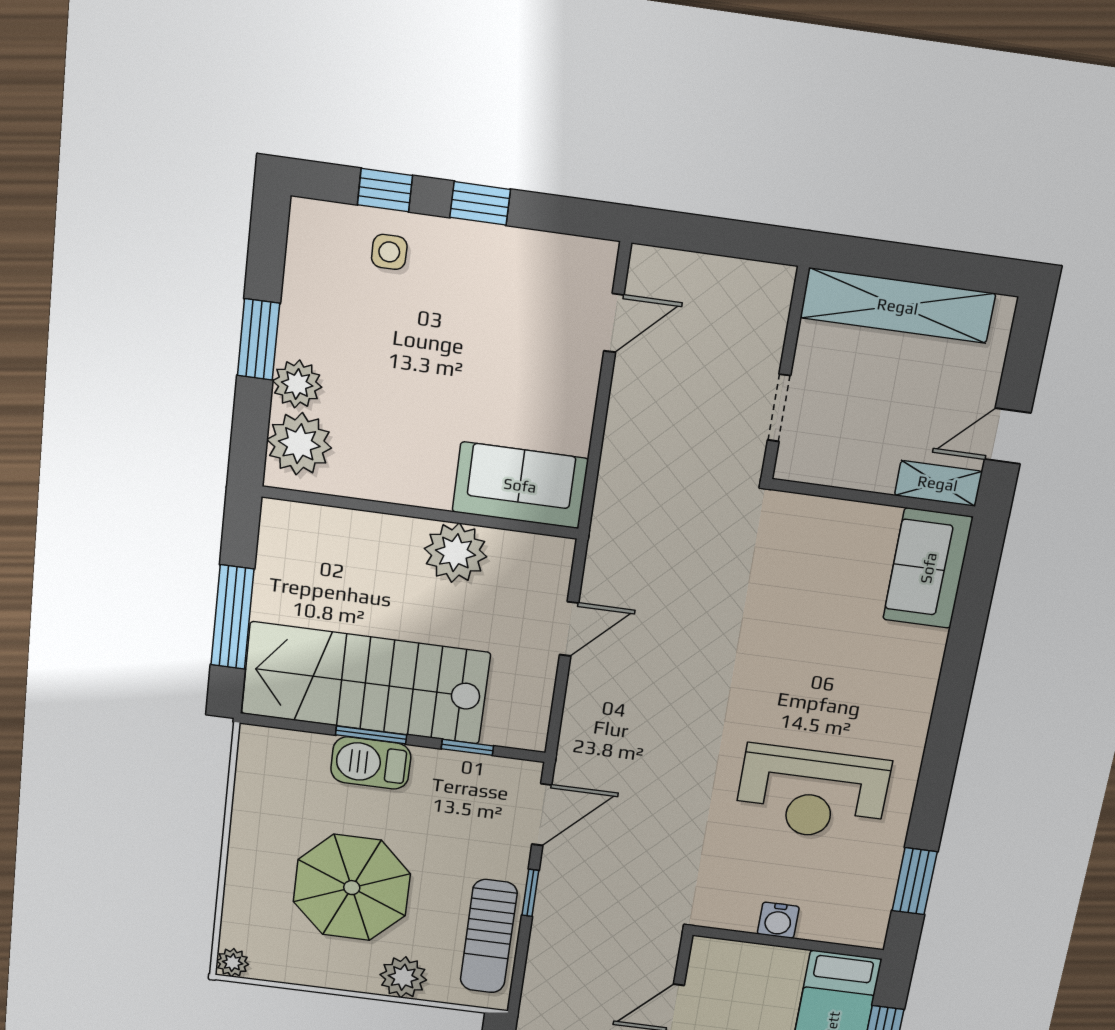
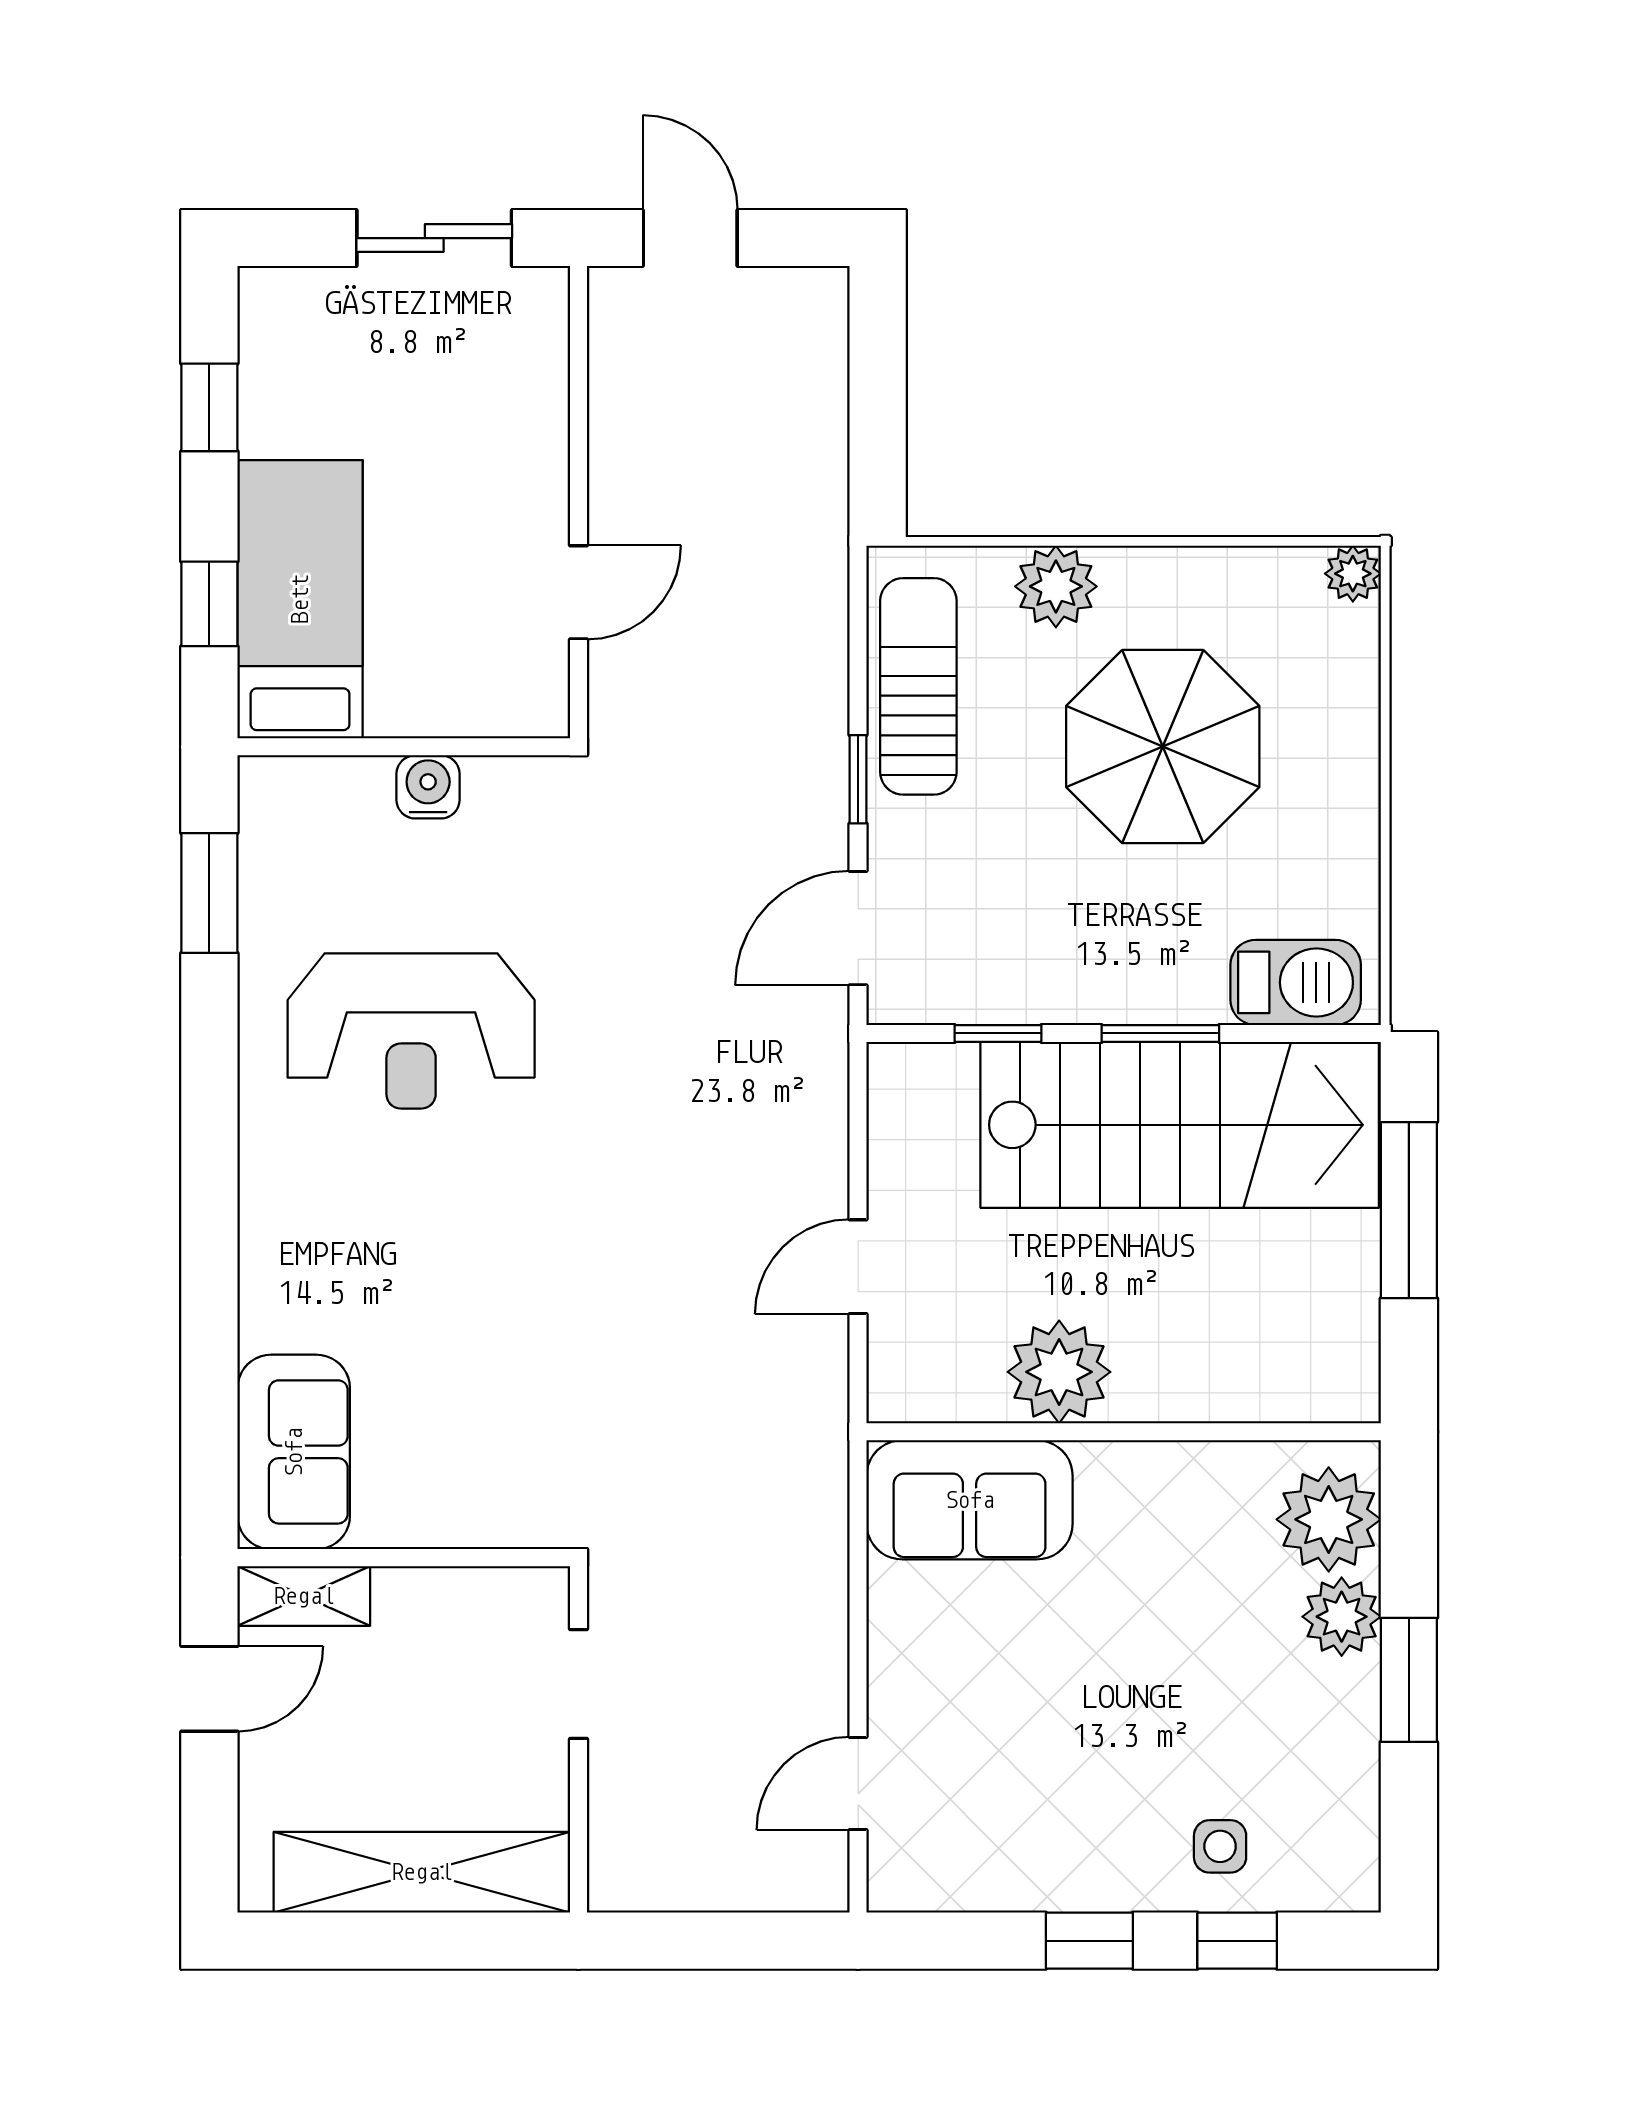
barbecue: (371, 763) -> (1296, 982), moved
reception desk: (812, 793) -> (411, 1031), turned 180

